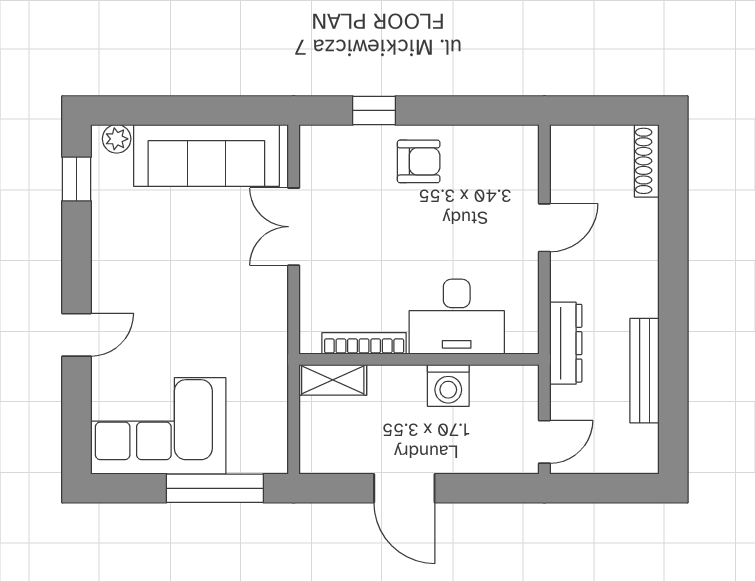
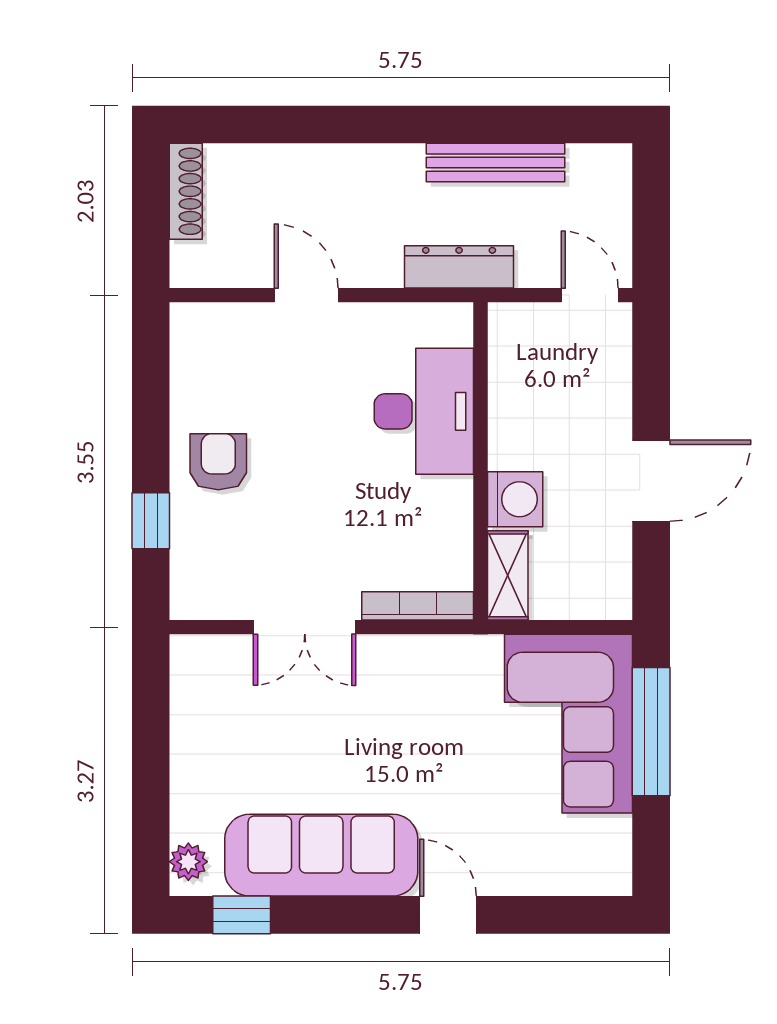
sofa: (206, 155) -> (321, 855), moved, turned -90
shoe rack: (647, 161) -> (186, 191), moved, turned -90
bookcase: (364, 343) -> (418, 606), moved, turned 90
washing machine: (448, 386) -> (515, 499), moved
corner sofa: (158, 426) -> (569, 724), moved

